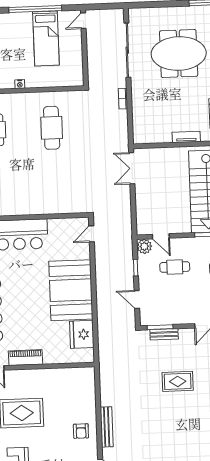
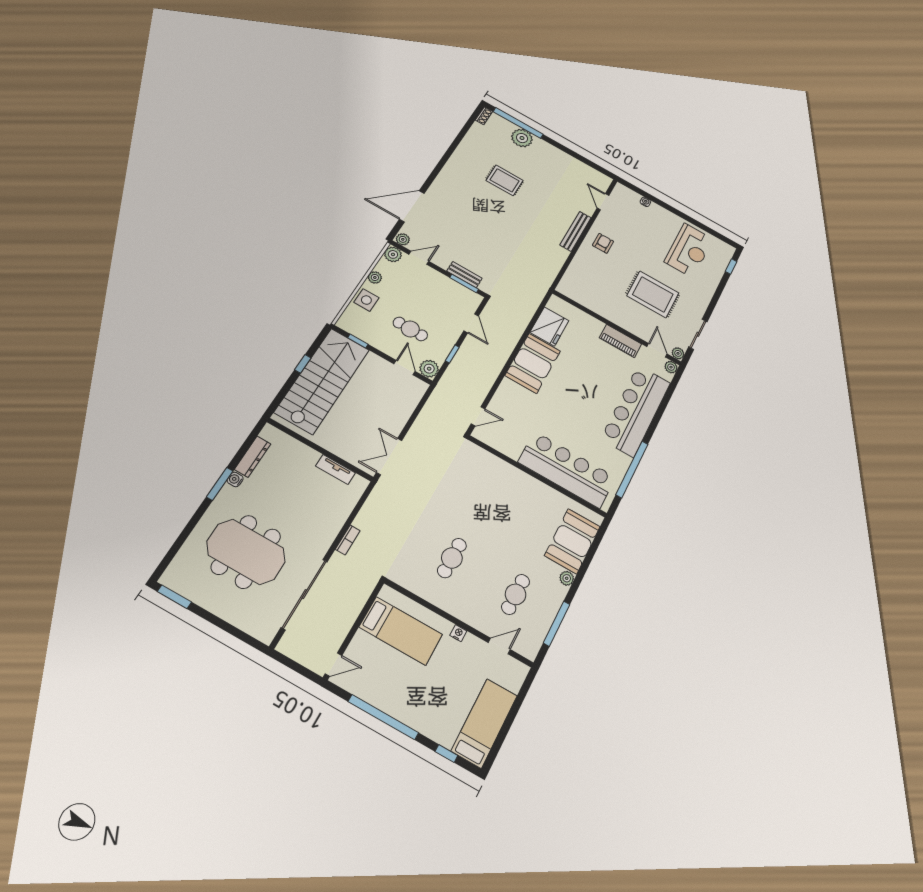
bed: (46, 38) -> (401, 631), moved, turned 90
cafe table: (52, 128) -> (452, 558), width x0.73, depth x0.74
tv unit: (186, 137) -> (335, 469), moved
double door: (132, 168) -> (389, 457), swing flipped
booth: (71, 290) -> (533, 363), width x0.73, depth x0.70
rug: (178, 381) -> (505, 180), moved

